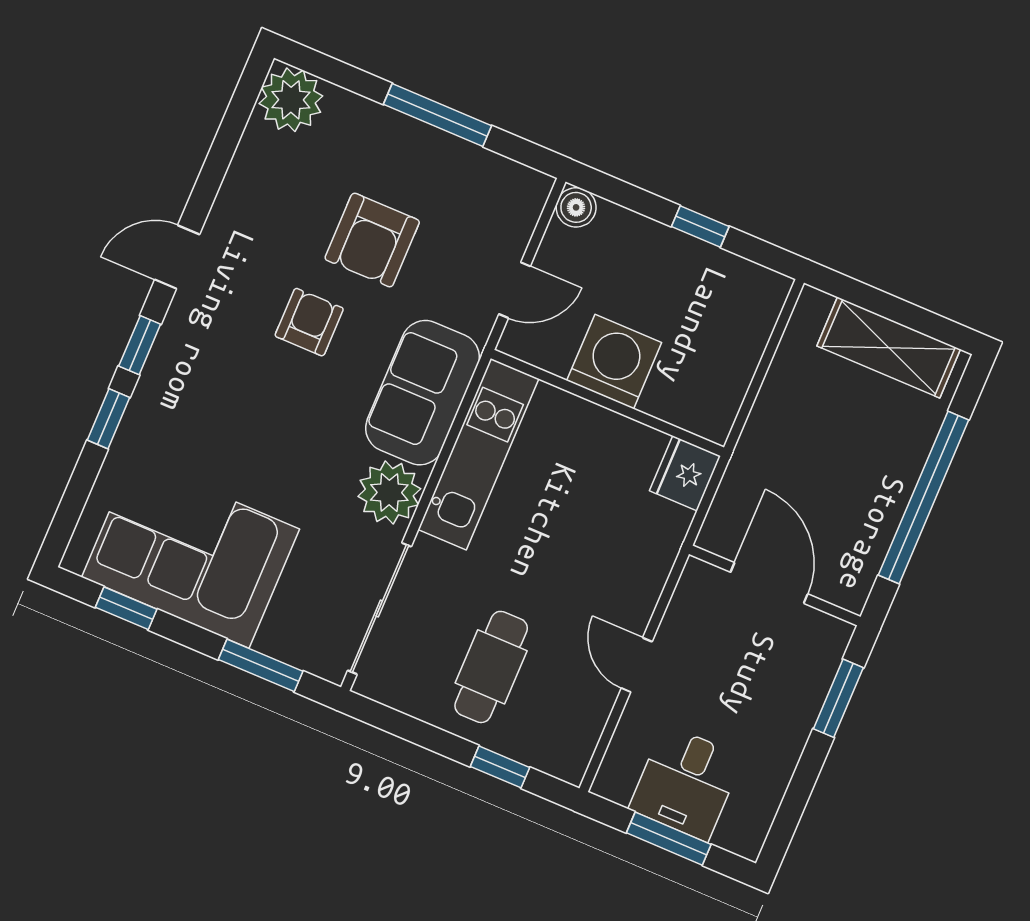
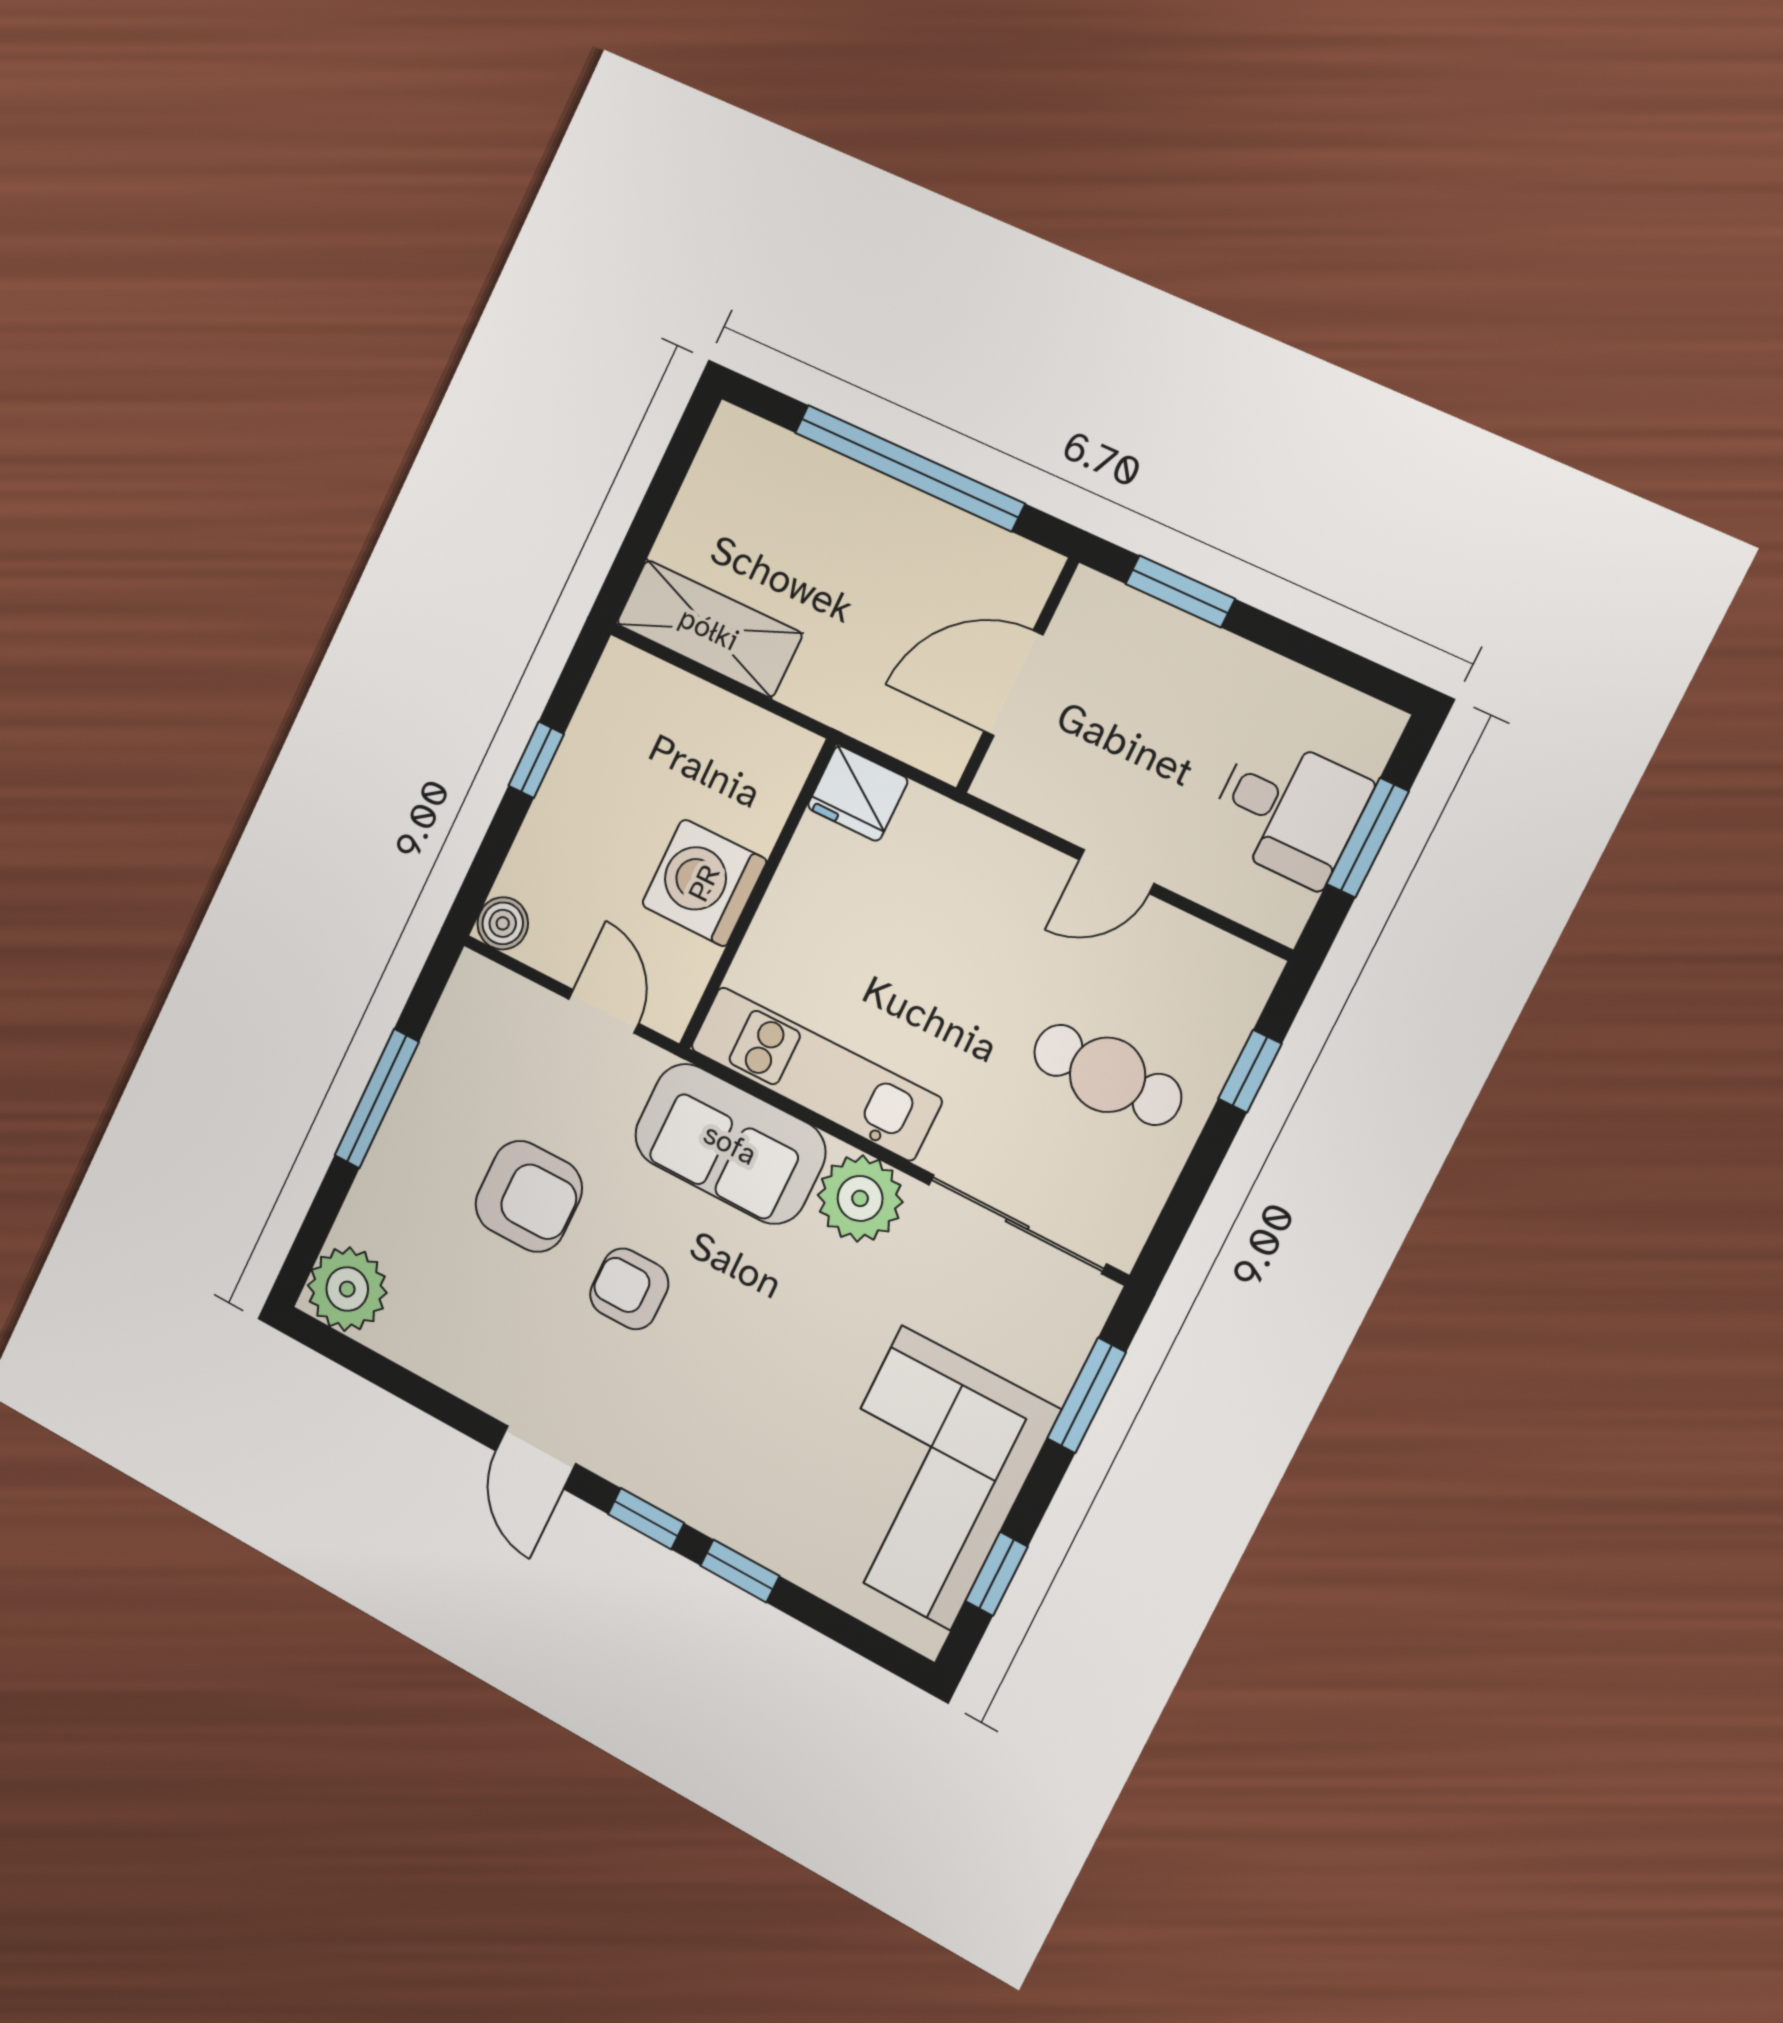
shelving: (889, 348) -> (709, 629), moved, turned 90

